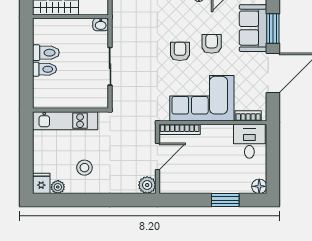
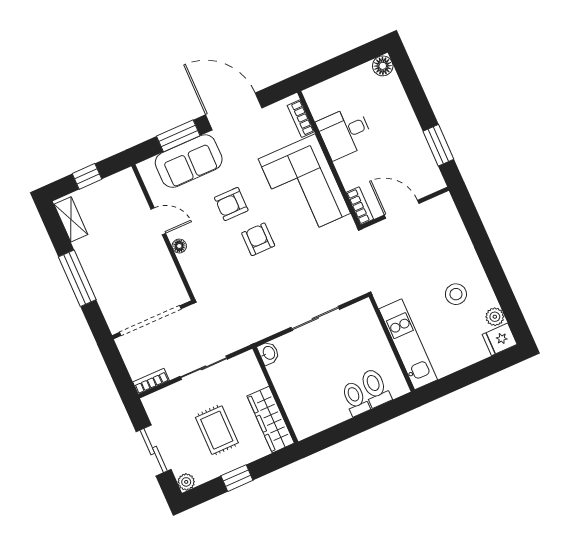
armchair: (180, 51) -> (258, 239), turned 90
toilet: (46, 53) -> (375, 388), moved
bookcase: (180, 129) -> (360, 206), width x0.64
desk: (249, 141) -> (345, 132), moved
plant: (147, 185) -> (443, 206), removed
window: (225, 200) -> (438, 145), moved

